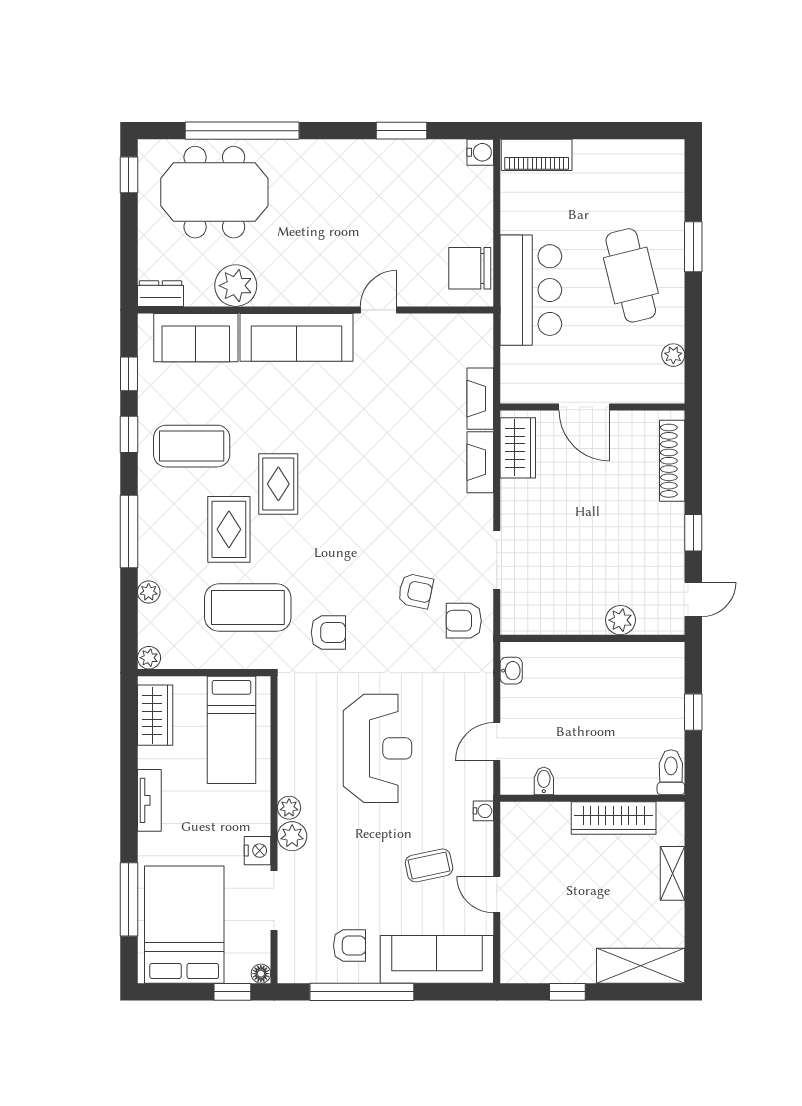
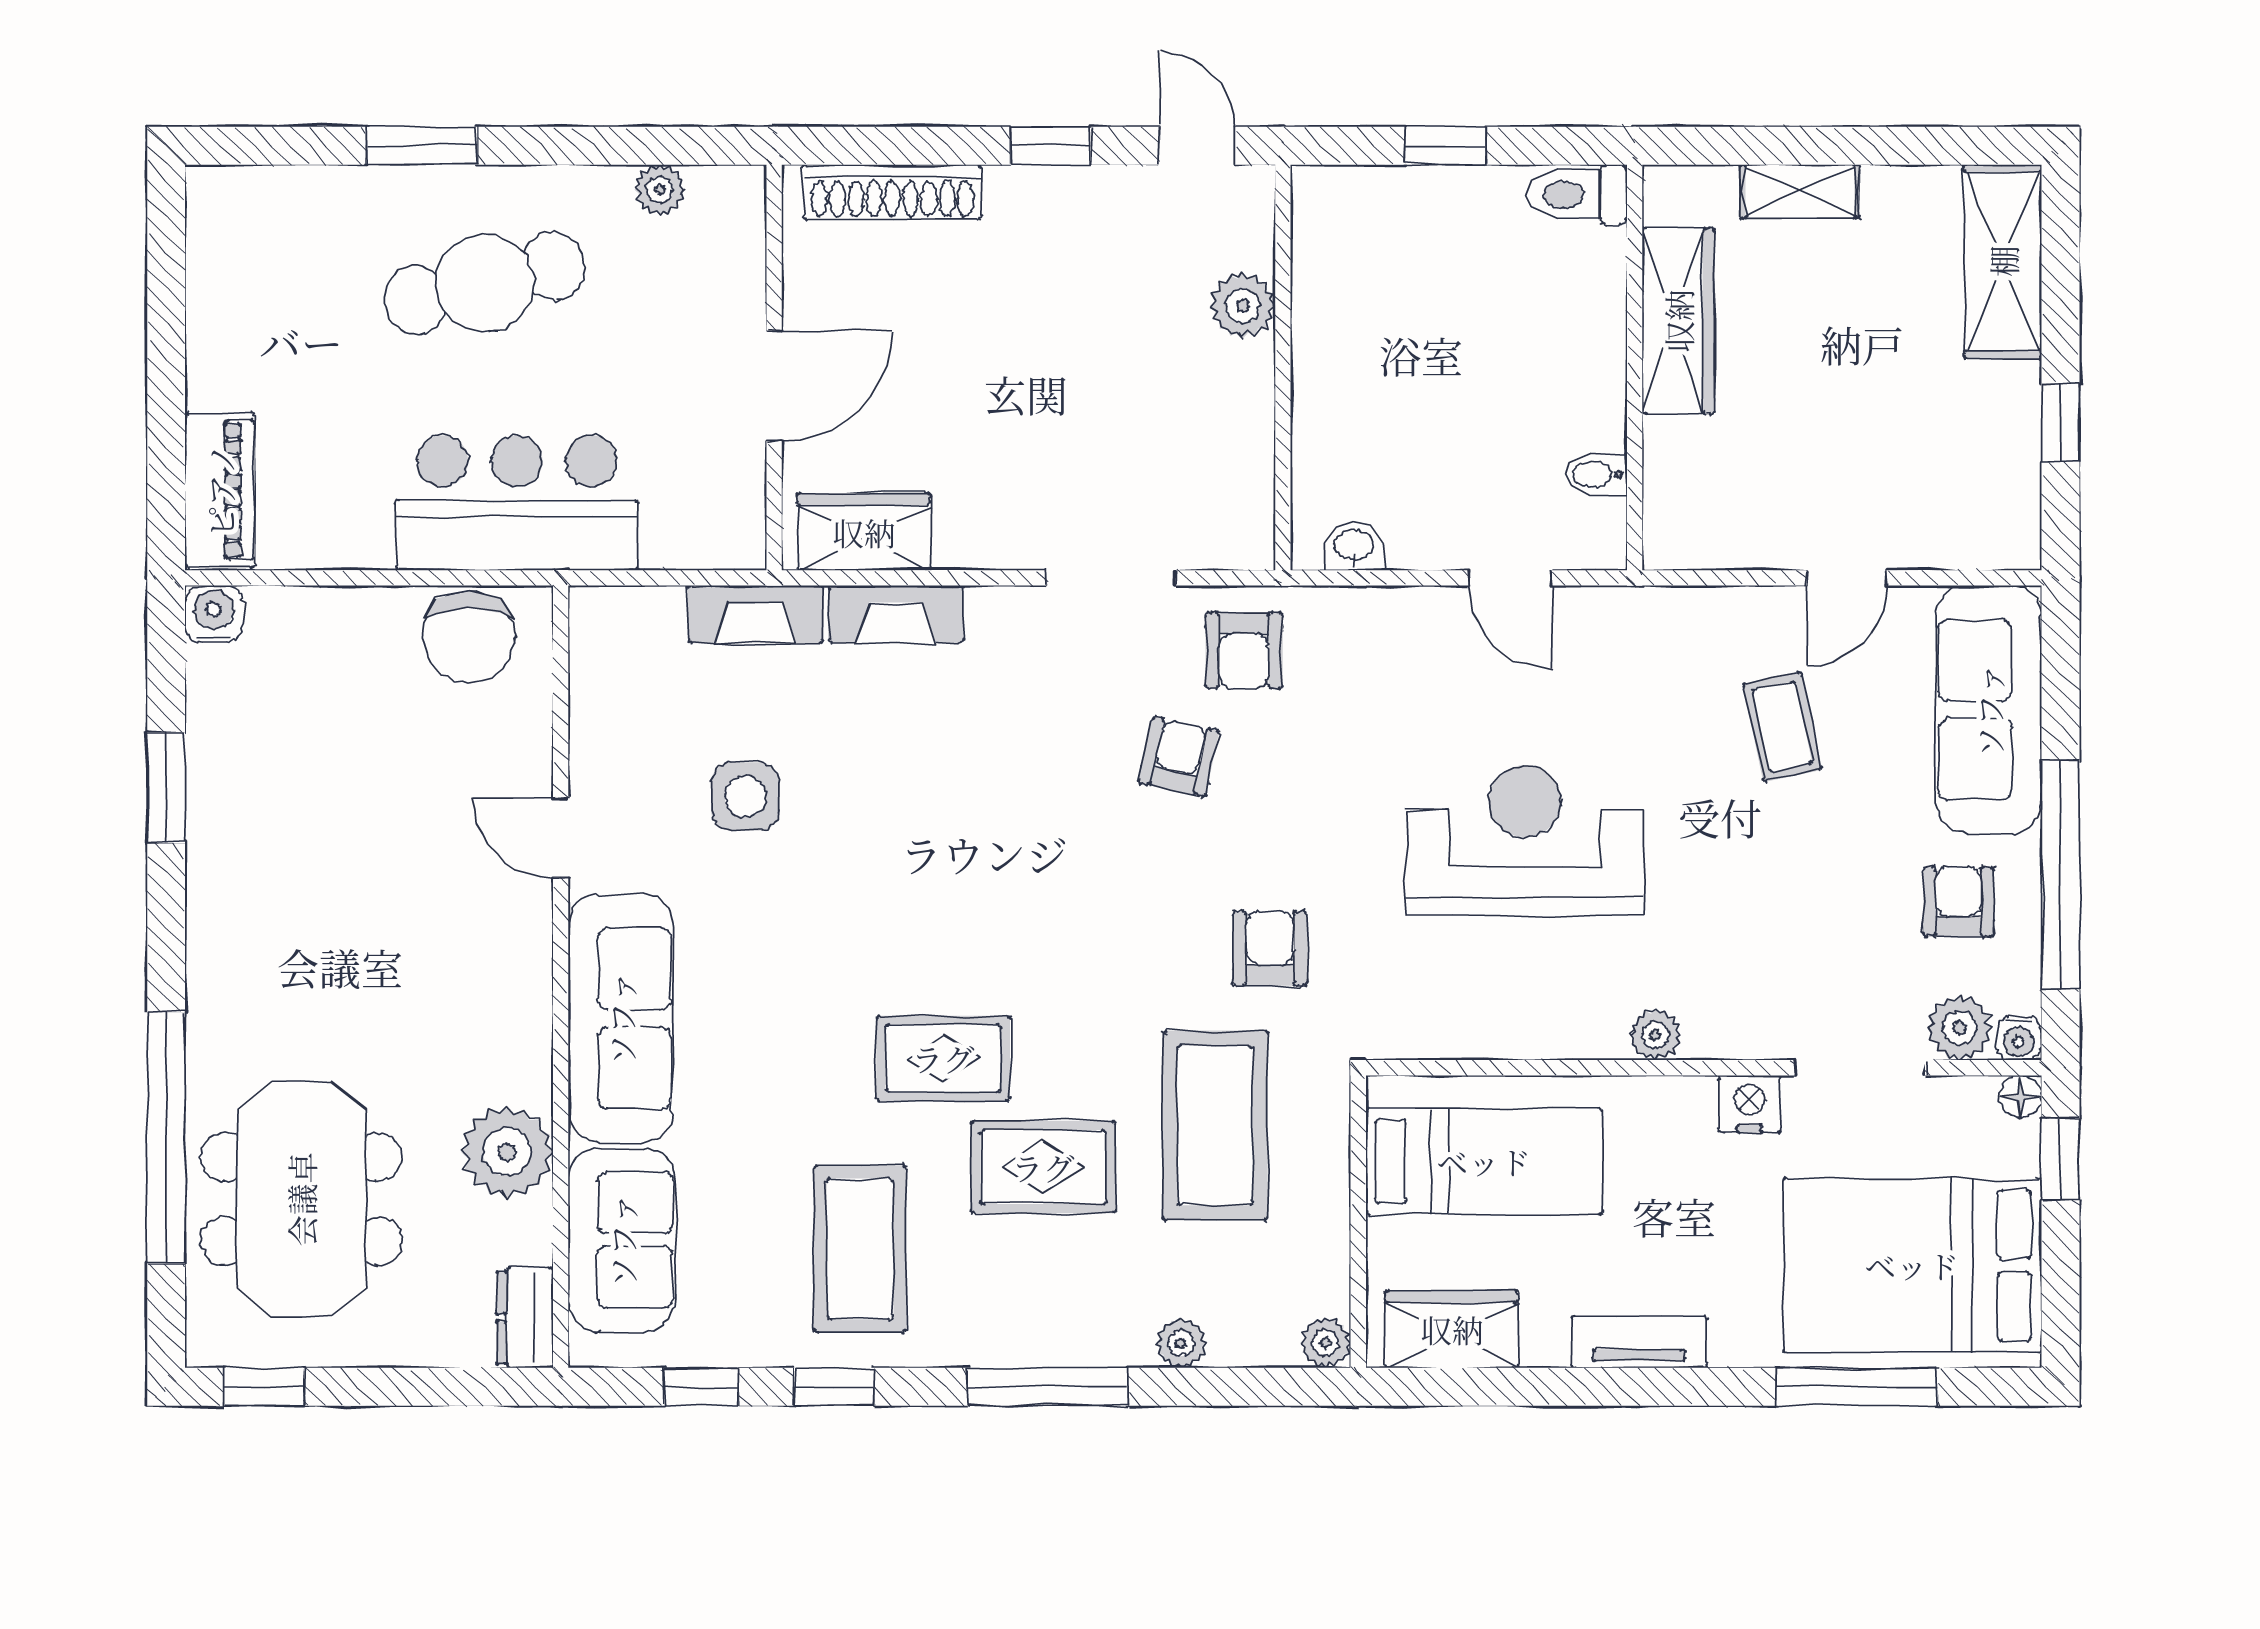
side table: (397, 394) -> (745, 796), added
water cooler: (483, 811) -> (2019, 1038), moved, turned 180
plant: (292, 836) -> (1960, 1028), moved

